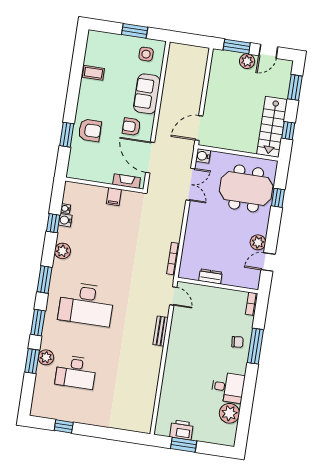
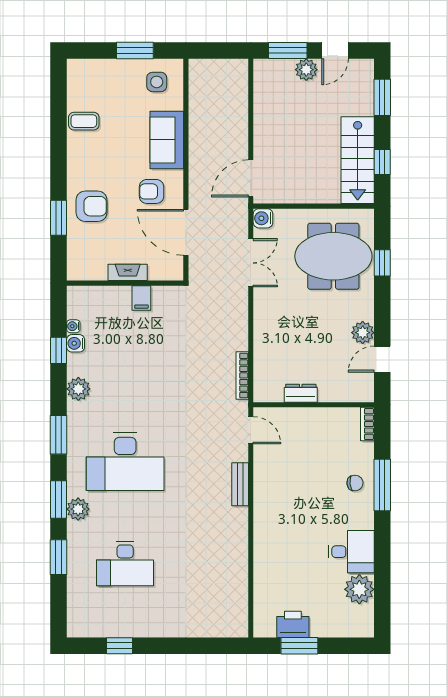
fireplace: (127, 181) -> (128, 272), moved
plant: (46, 357) -> (78, 509), moved

